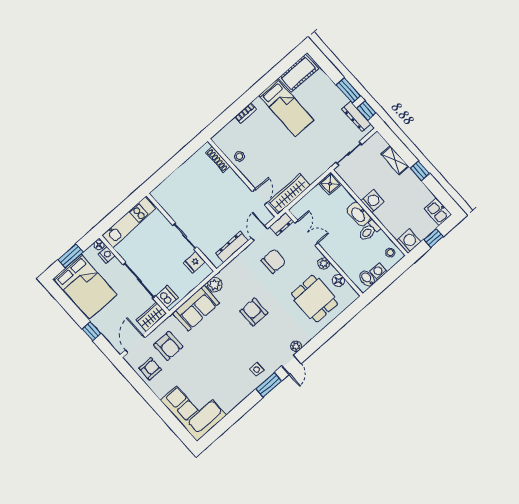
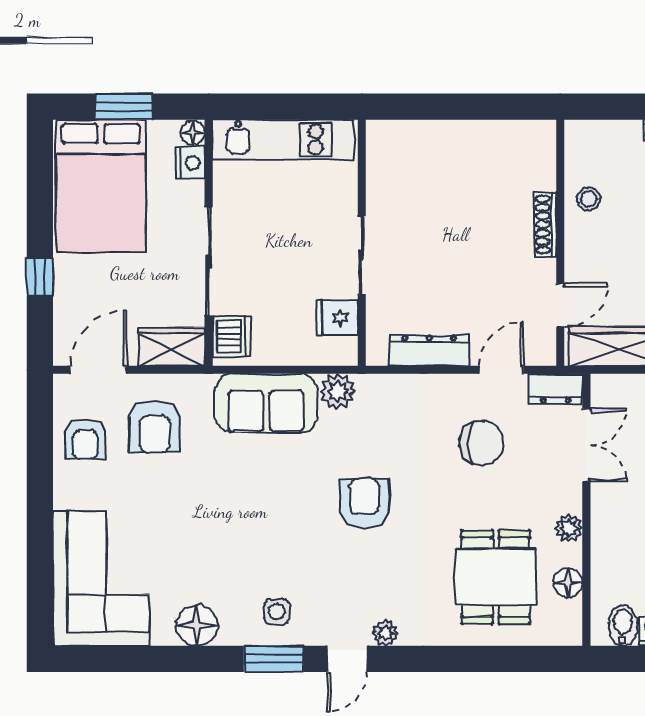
shoe rack: (218, 159) -> (545, 225), moved
armchair: (150, 369) -> (85, 439), turned 90
floor lamp: (236, 396) -> (197, 625), added

